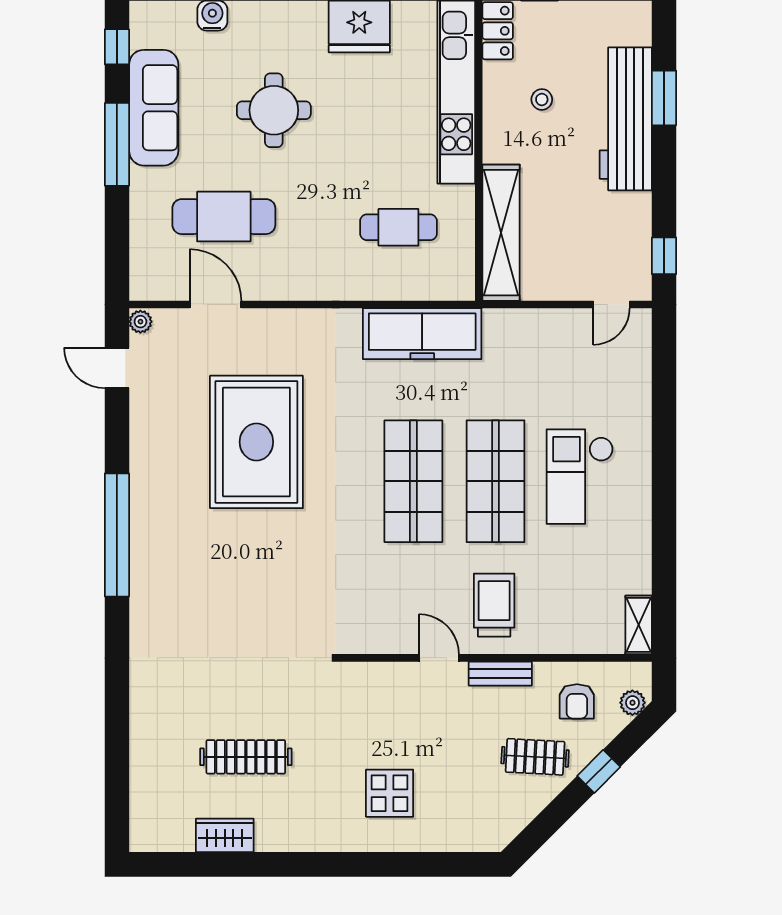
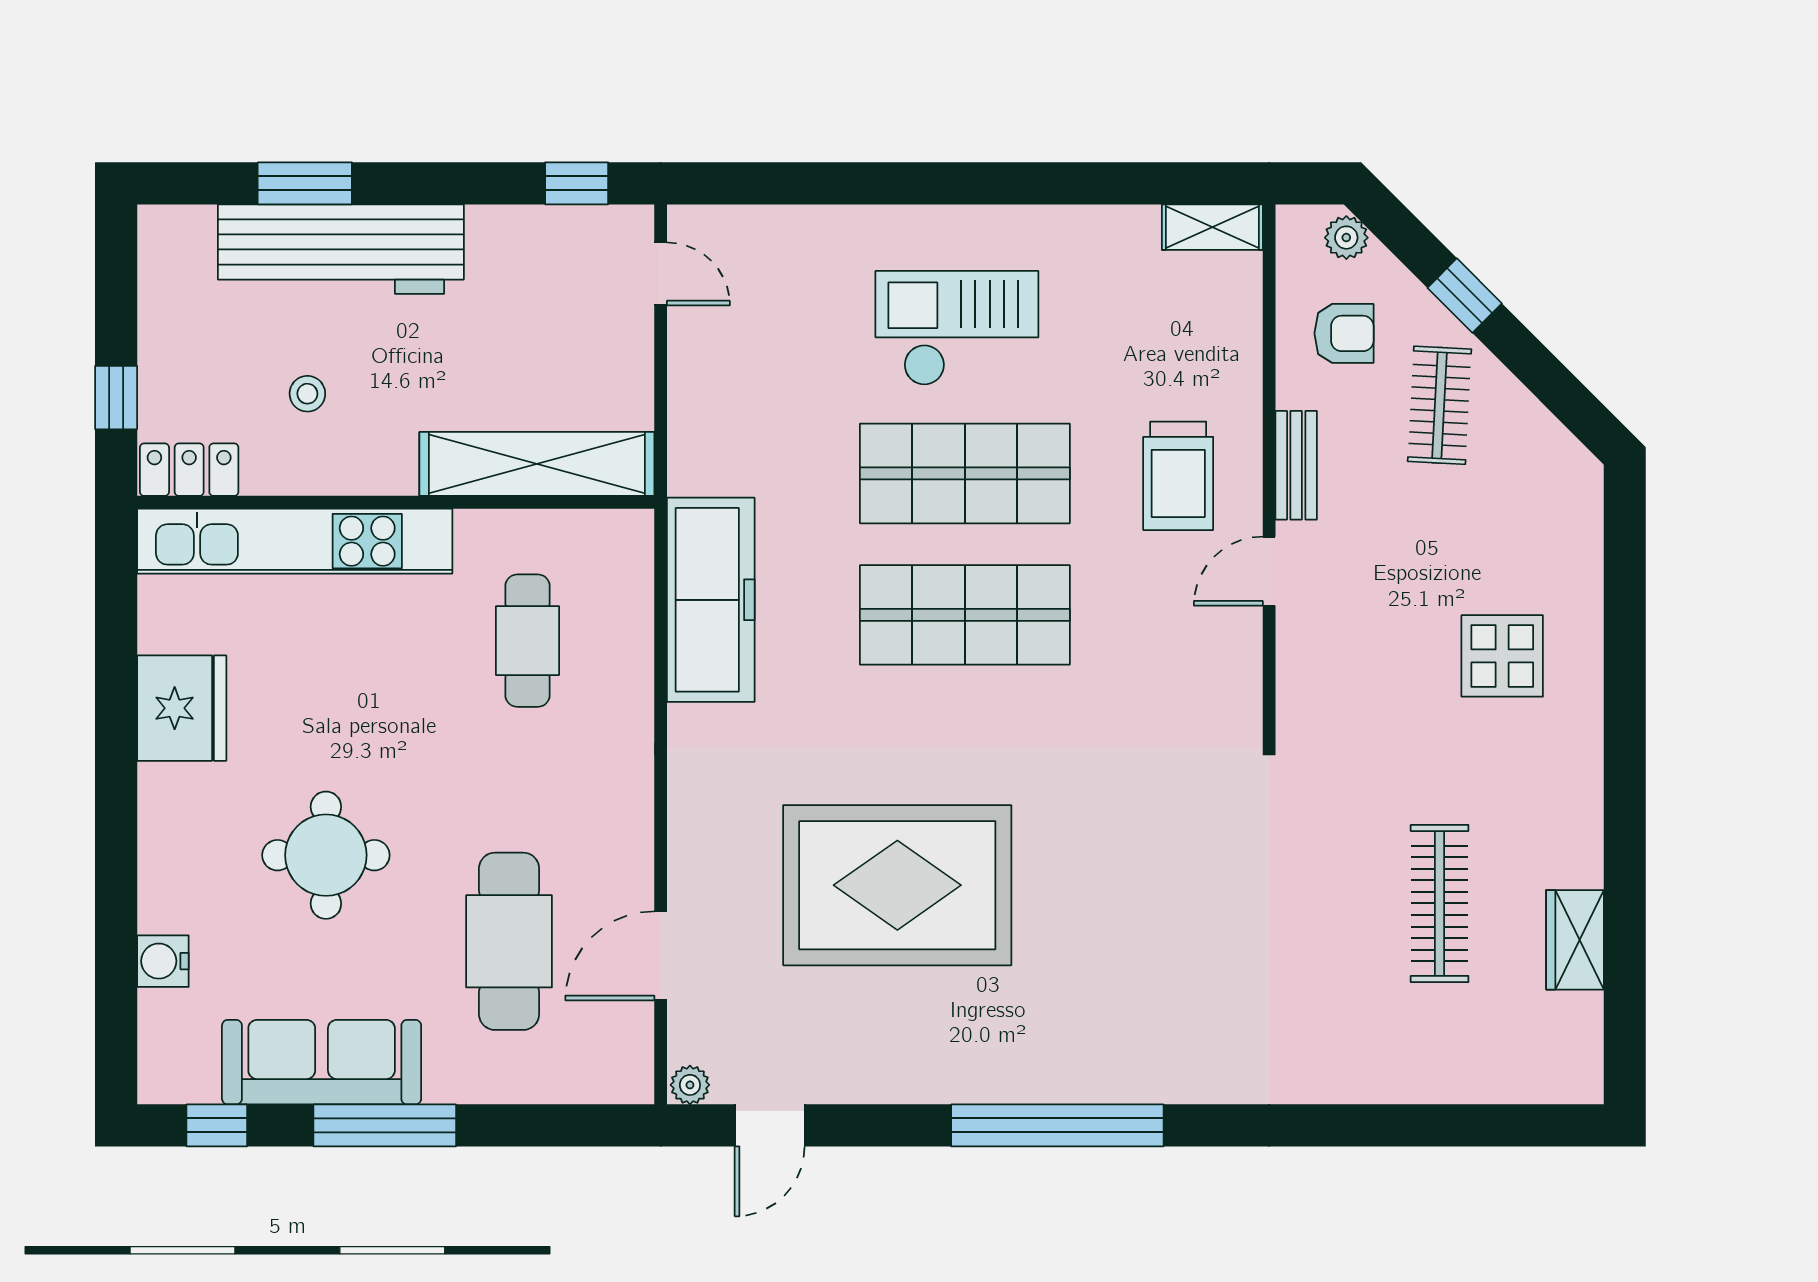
checkout: (580, 477) -> (957, 328), turned 180
trolley: (494, 605) -> (1178, 476), turned -90

